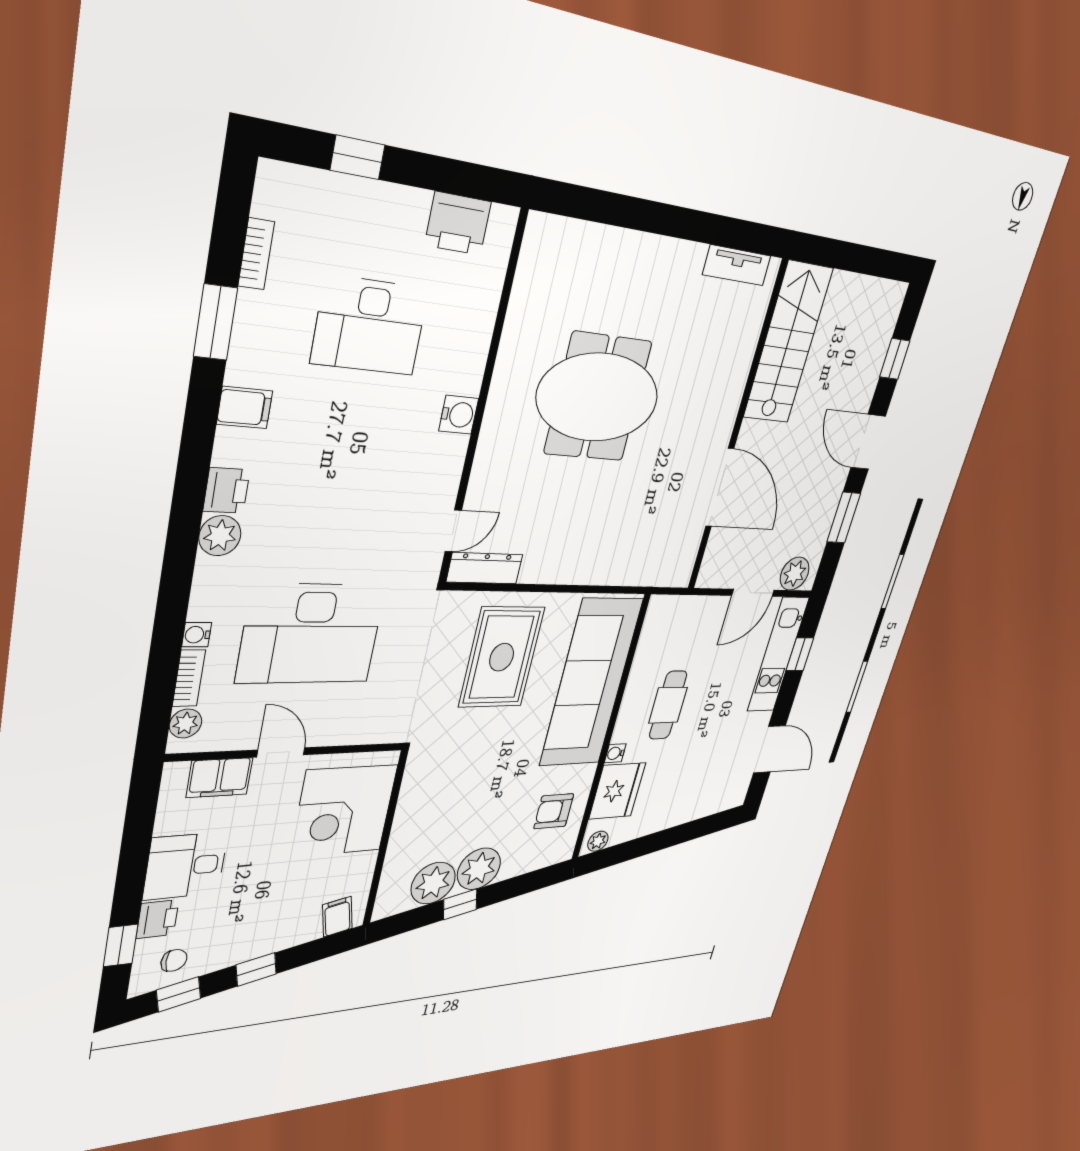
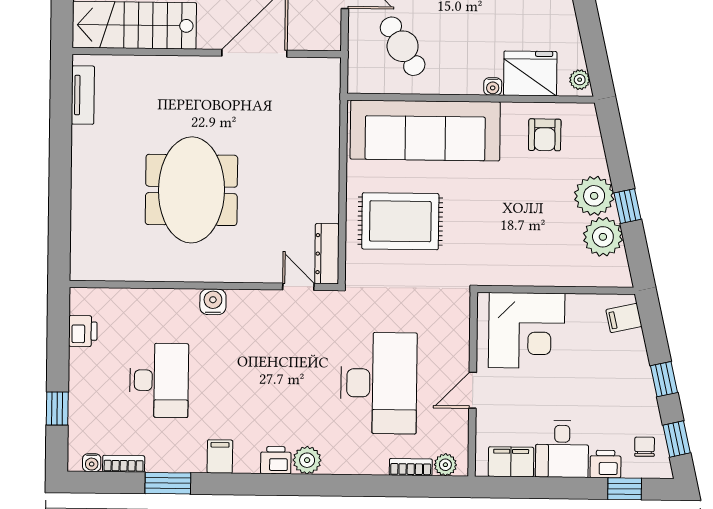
printer: (458, 223) -> (83, 331), width x0.73, depth x0.81
water cooler: (197, 635) -> (92, 463), moved
cafe table: (668, 705) -> (403, 46), moved, turned 58
filing cabinet: (220, 778) -> (511, 462), moved, turned -90

